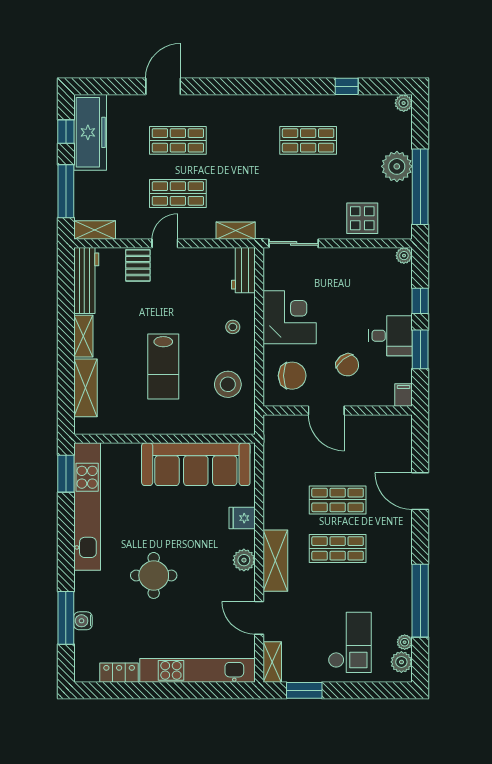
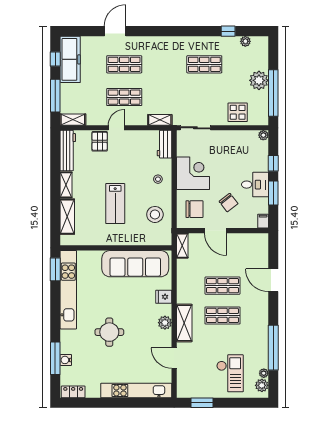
plant: (404, 103) -> (245, 41), moved
shelving: (272, 662) -> (182, 246), moved
locker: (119, 673) -> (73, 392), moved

